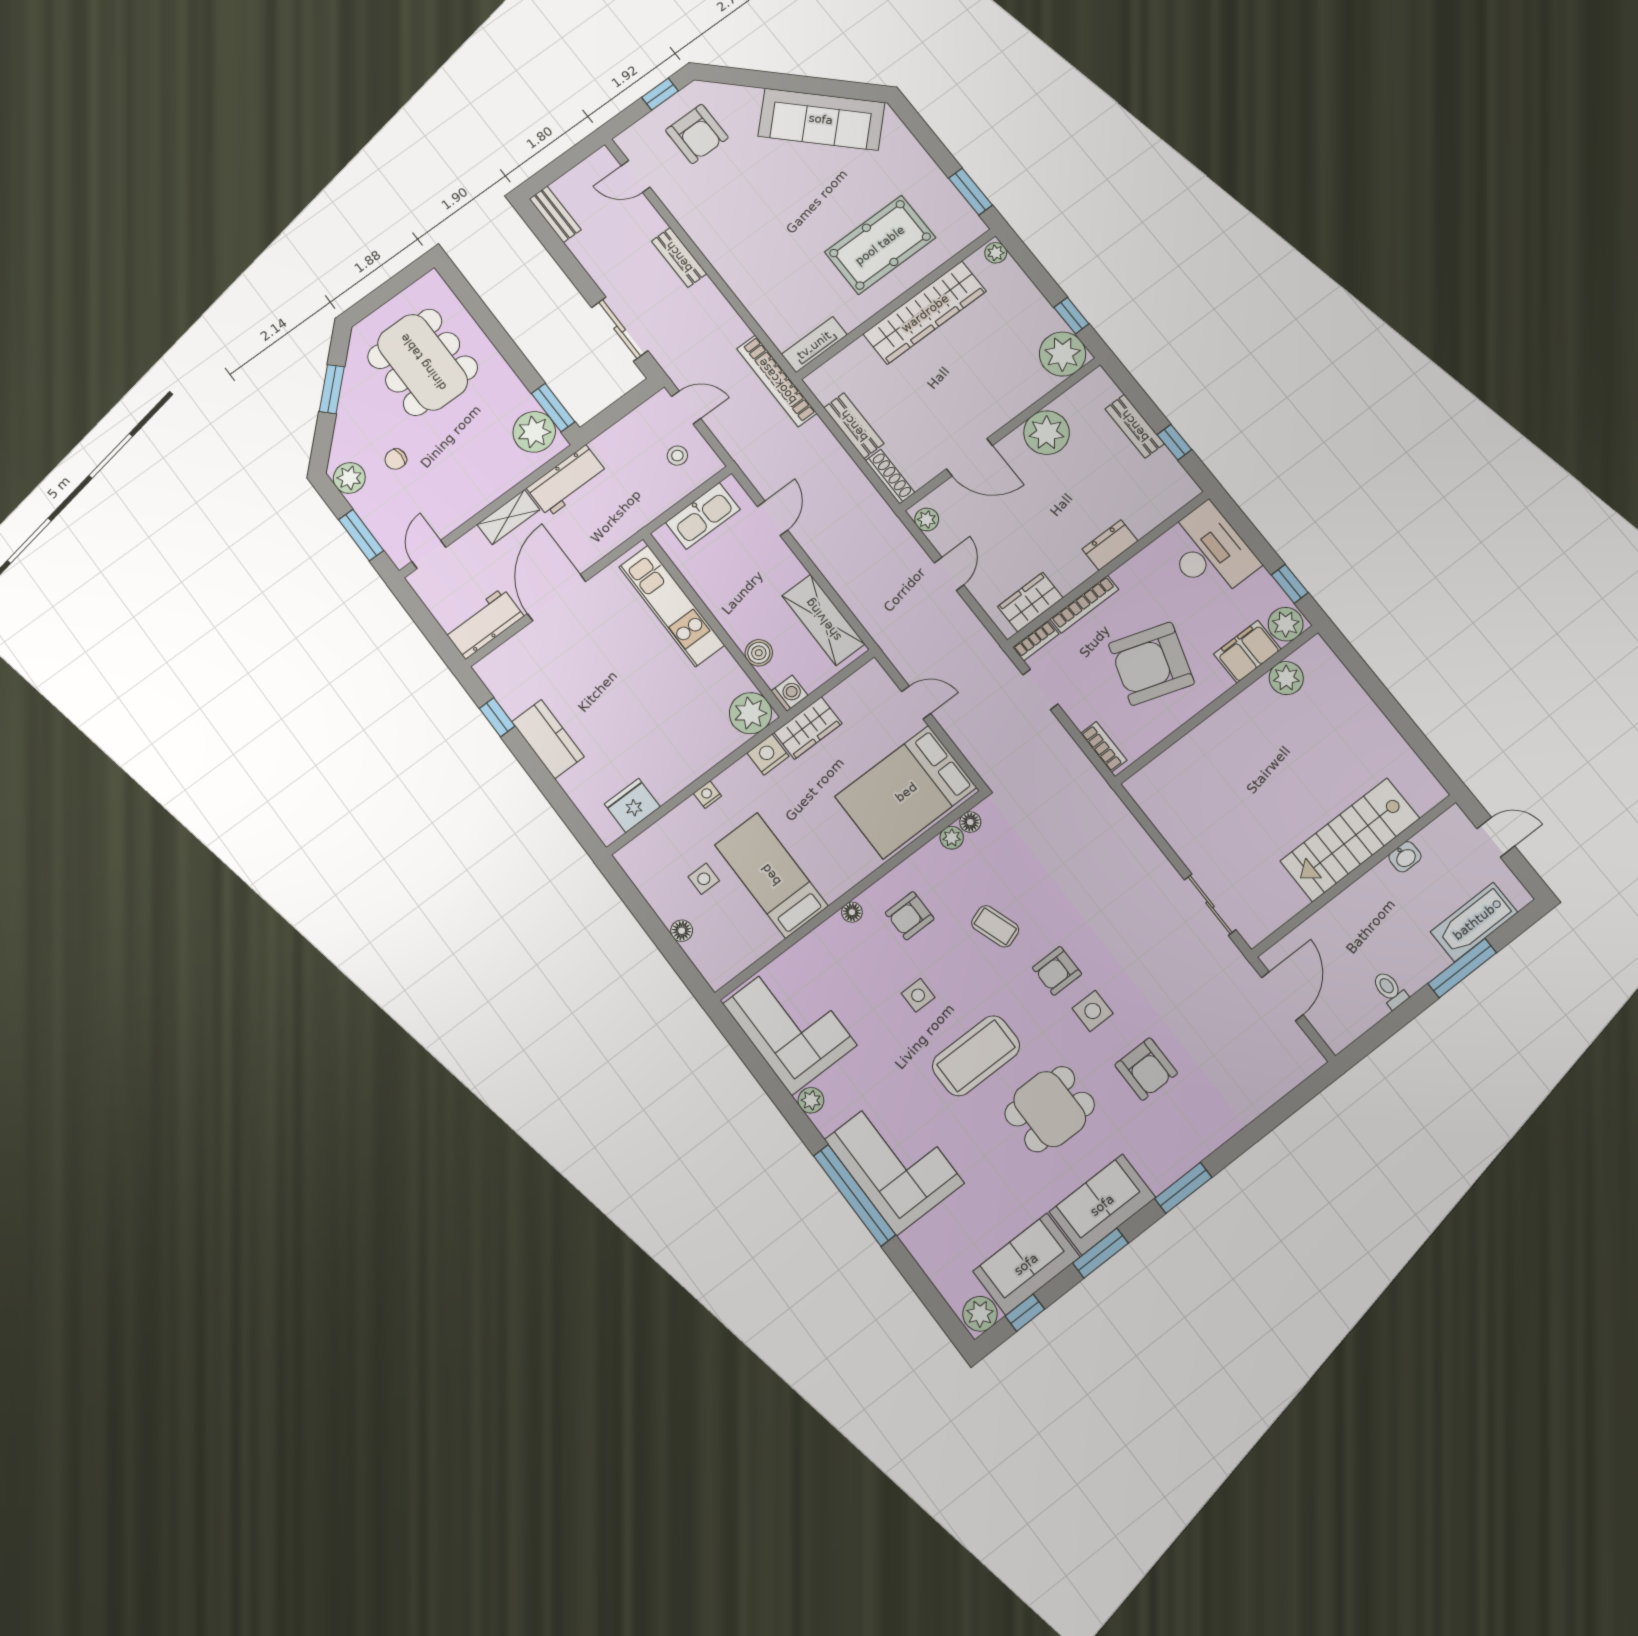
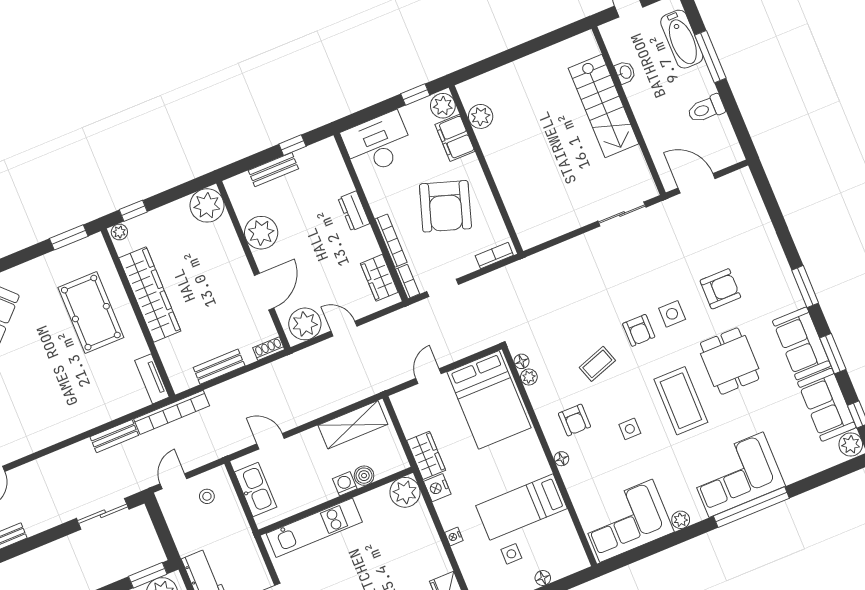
bench: (679, 257) -> (114, 436), moved
window: (1071, 316) -> (133, 211), moved
shoe rack: (890, 477) -> (269, 349), width x0.70
plant: (927, 519) -> (305, 324), width x1.87, depth x1.87
washing machine: (790, 693) -> (345, 484), moved
toilet: (1390, 990) -> (706, 109), width x1.37, depth x1.39

